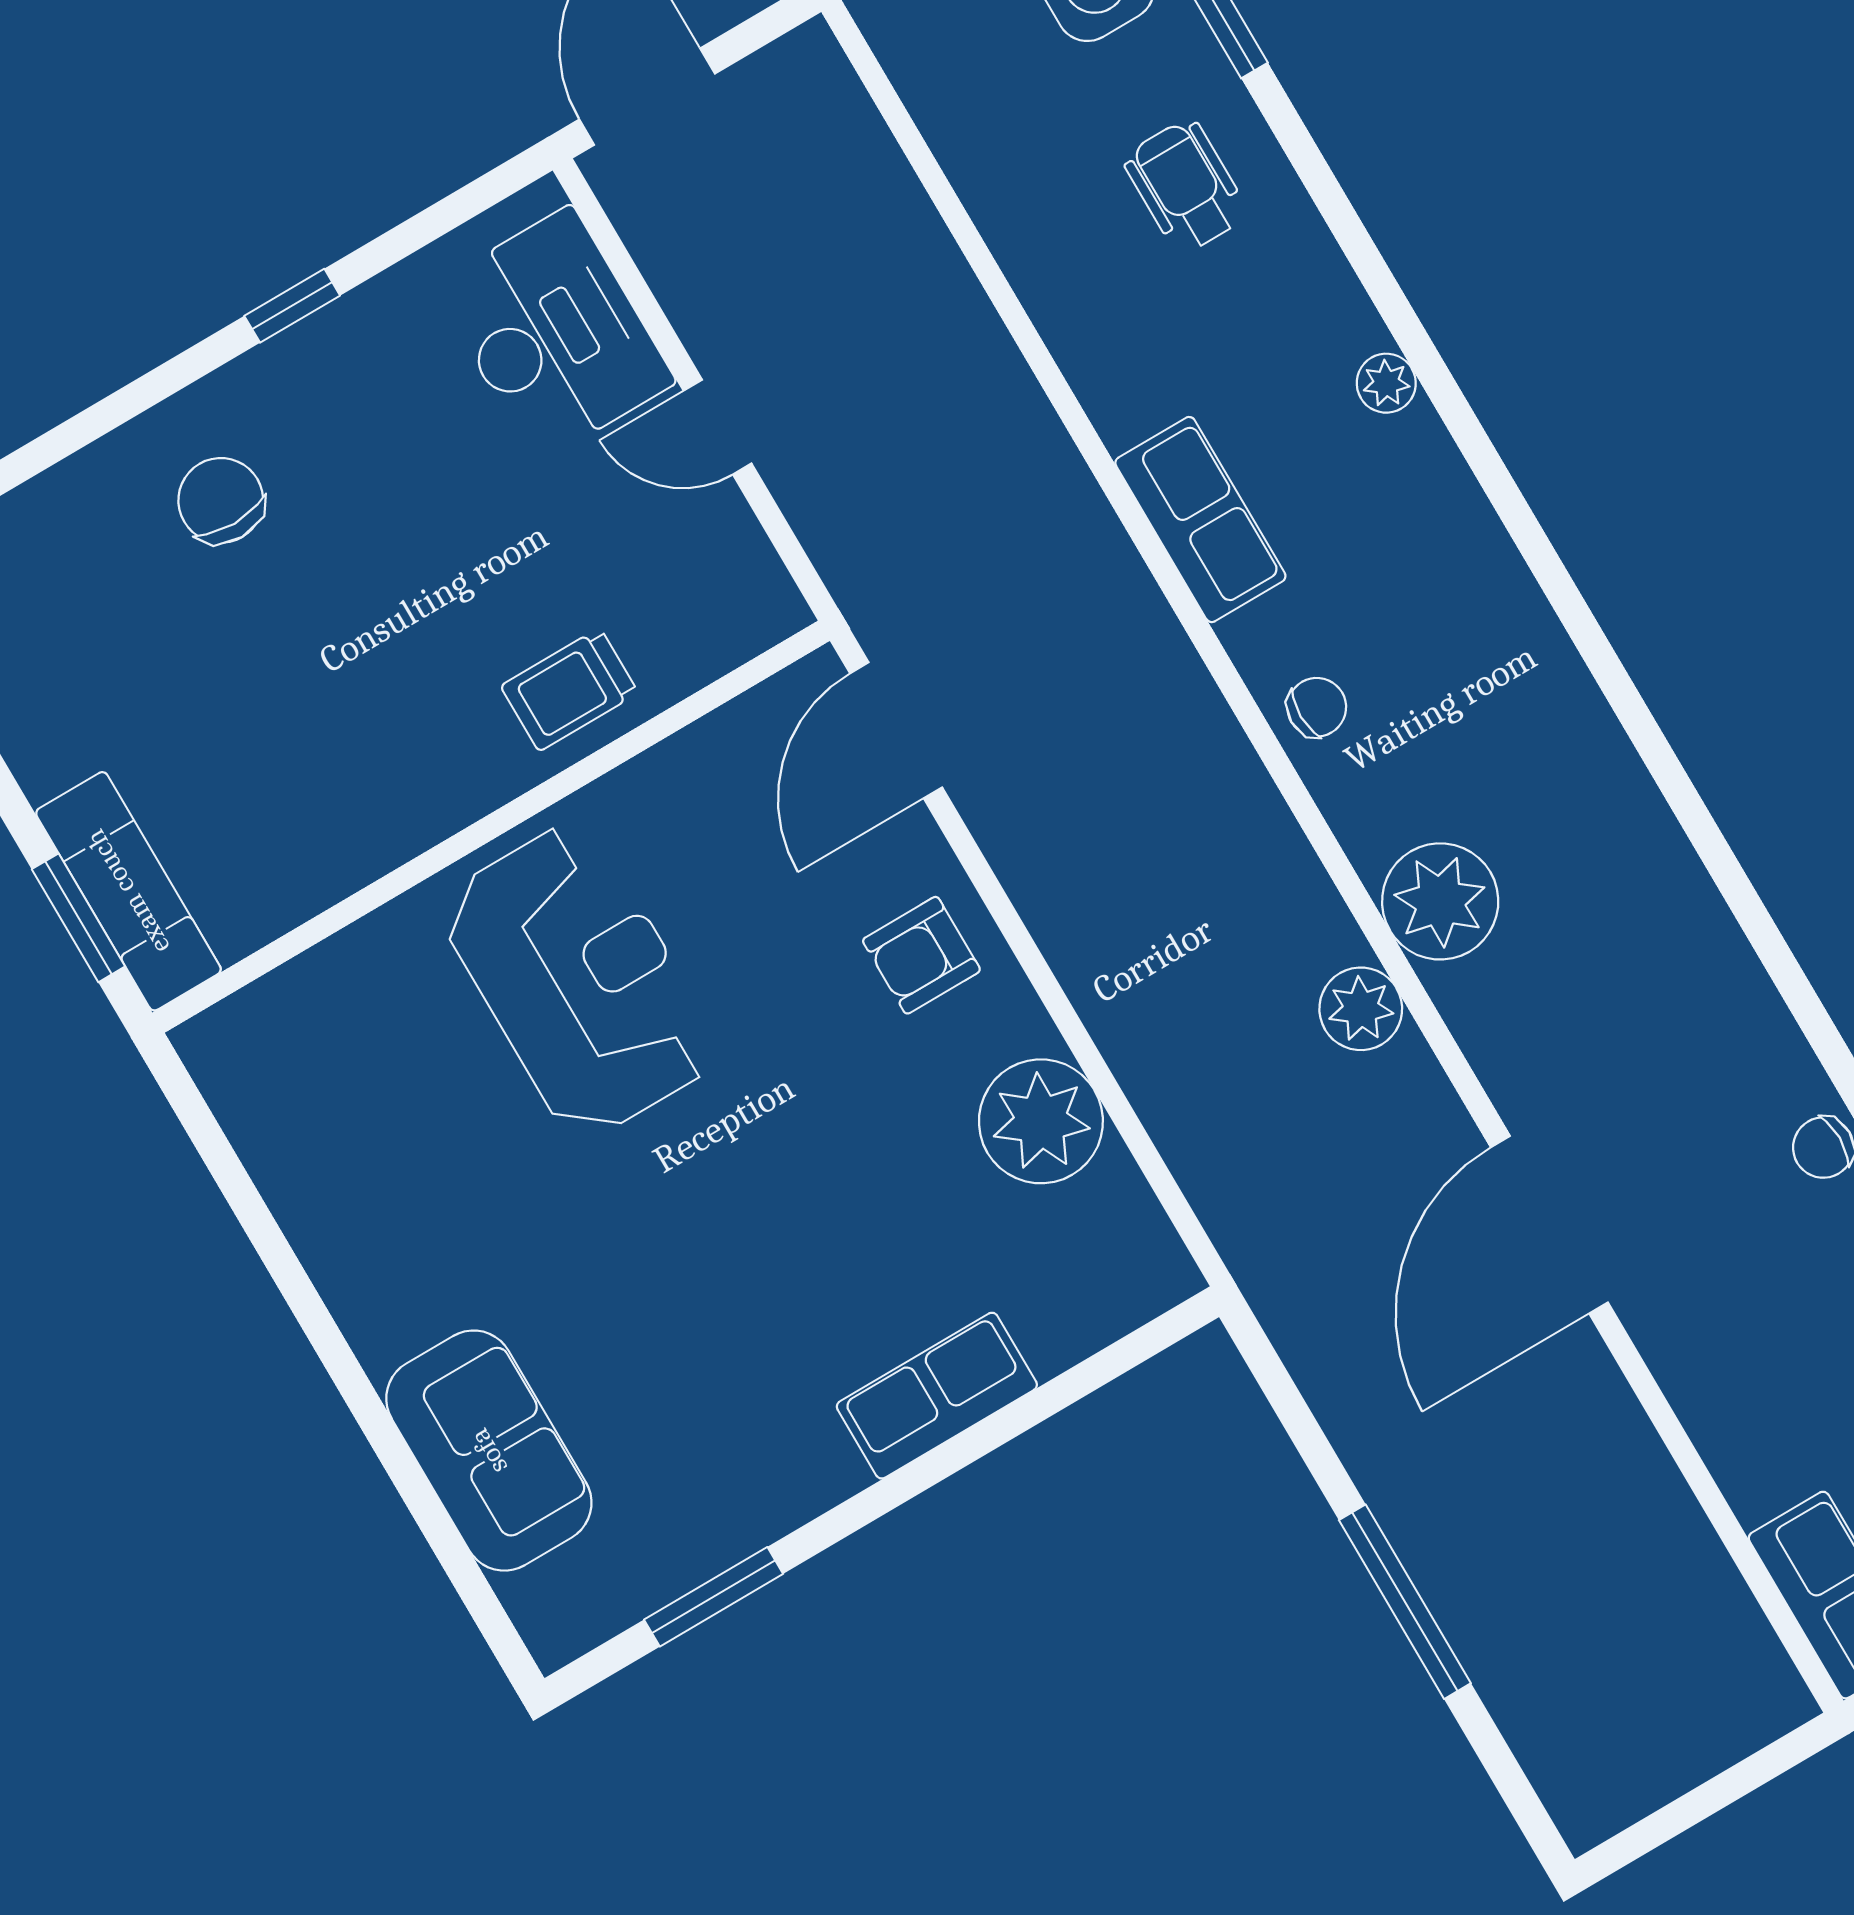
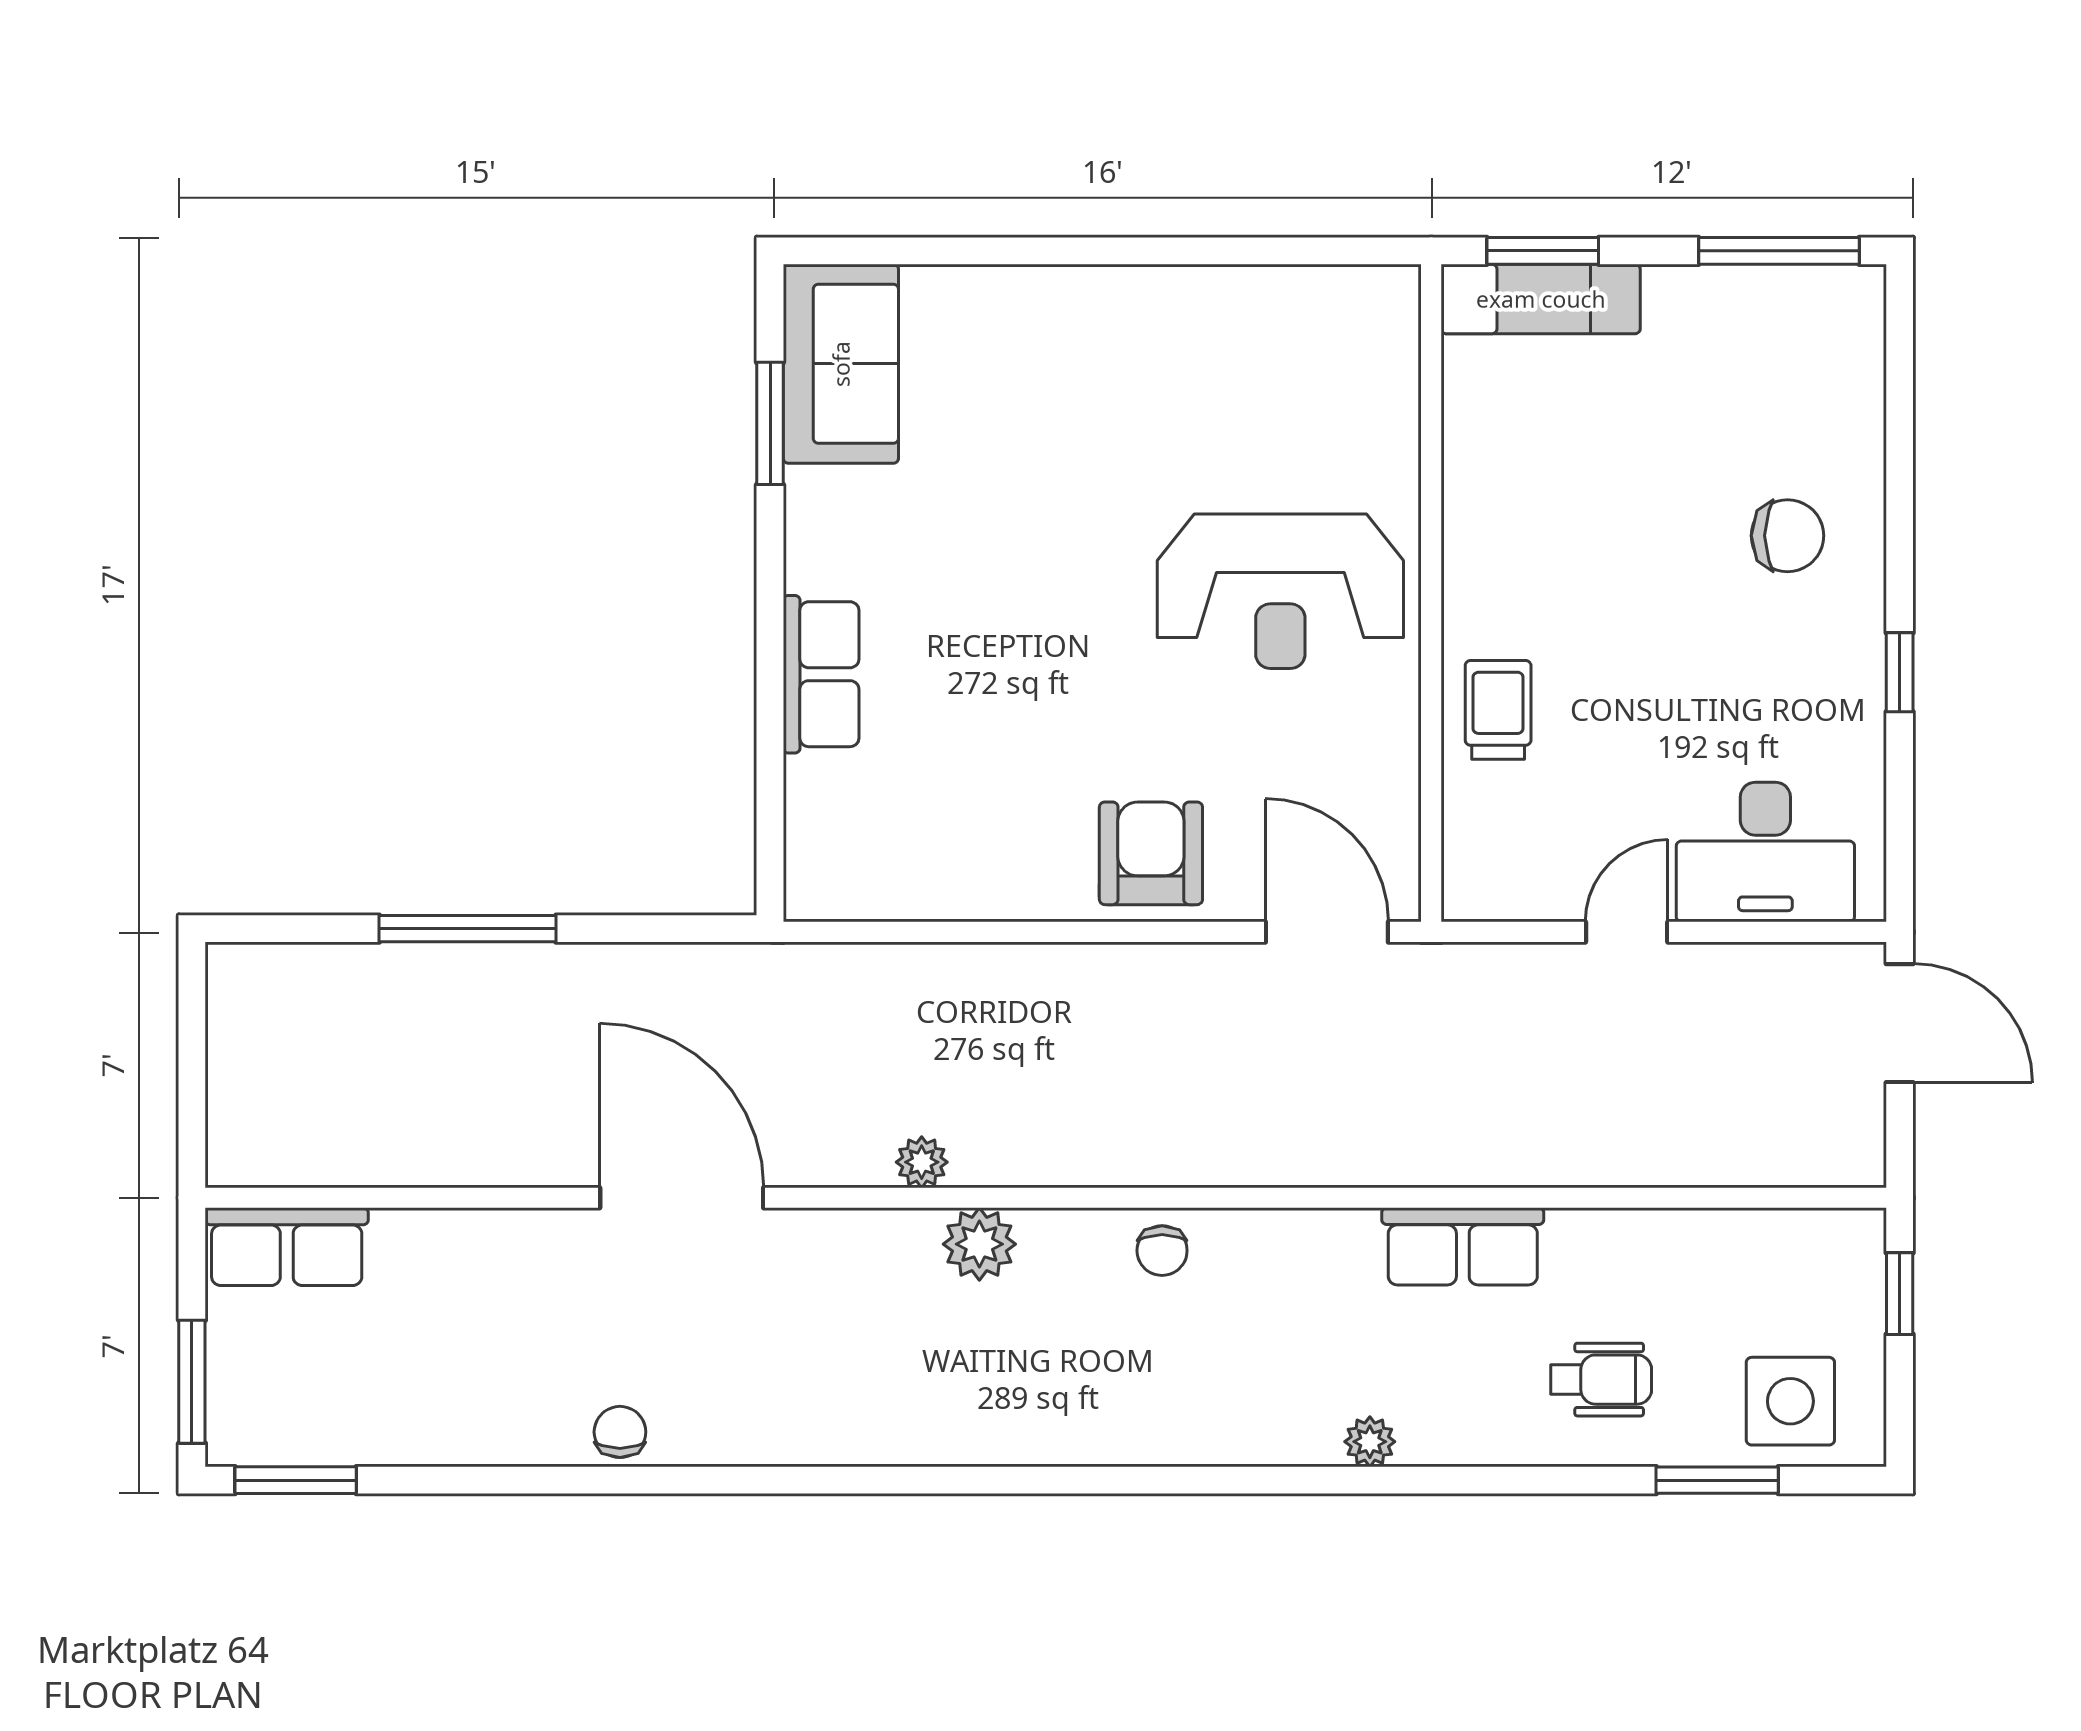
row of seats: (1200, 520) -> (1463, 1246), moved
plant: (1440, 901) -> (979, 1244), width x0.73, depth x0.73
armchair: (921, 955) -> (1151, 853), width x1.38, depth x1.38
plant: (1361, 1009) -> (922, 1162), width x0.73, depth x0.73
plant: (1041, 1121) -> (977, 869), removed
sofa: (489, 1451) -> (841, 364), moved, turned -90

